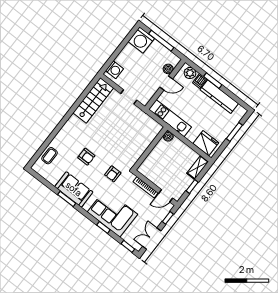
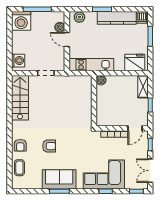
dishwasher: (200, 81) -> (142, 17), moved
door: (166, 83) -> (67, 39), swing flipped
armchair: (113, 174) -> (20, 145), moved

